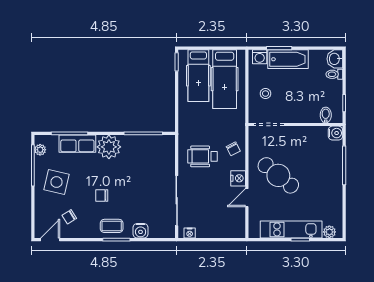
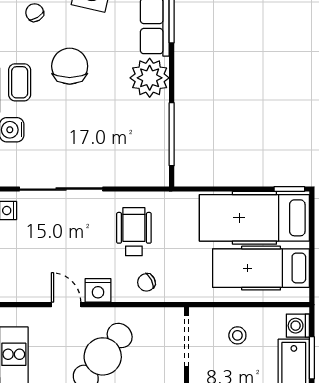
hospital bed: (198, 76) -> (254, 218), width x1.37, depth x1.29
chair: (102, 196) -> (70, 66), width x1.87, depth x1.87

